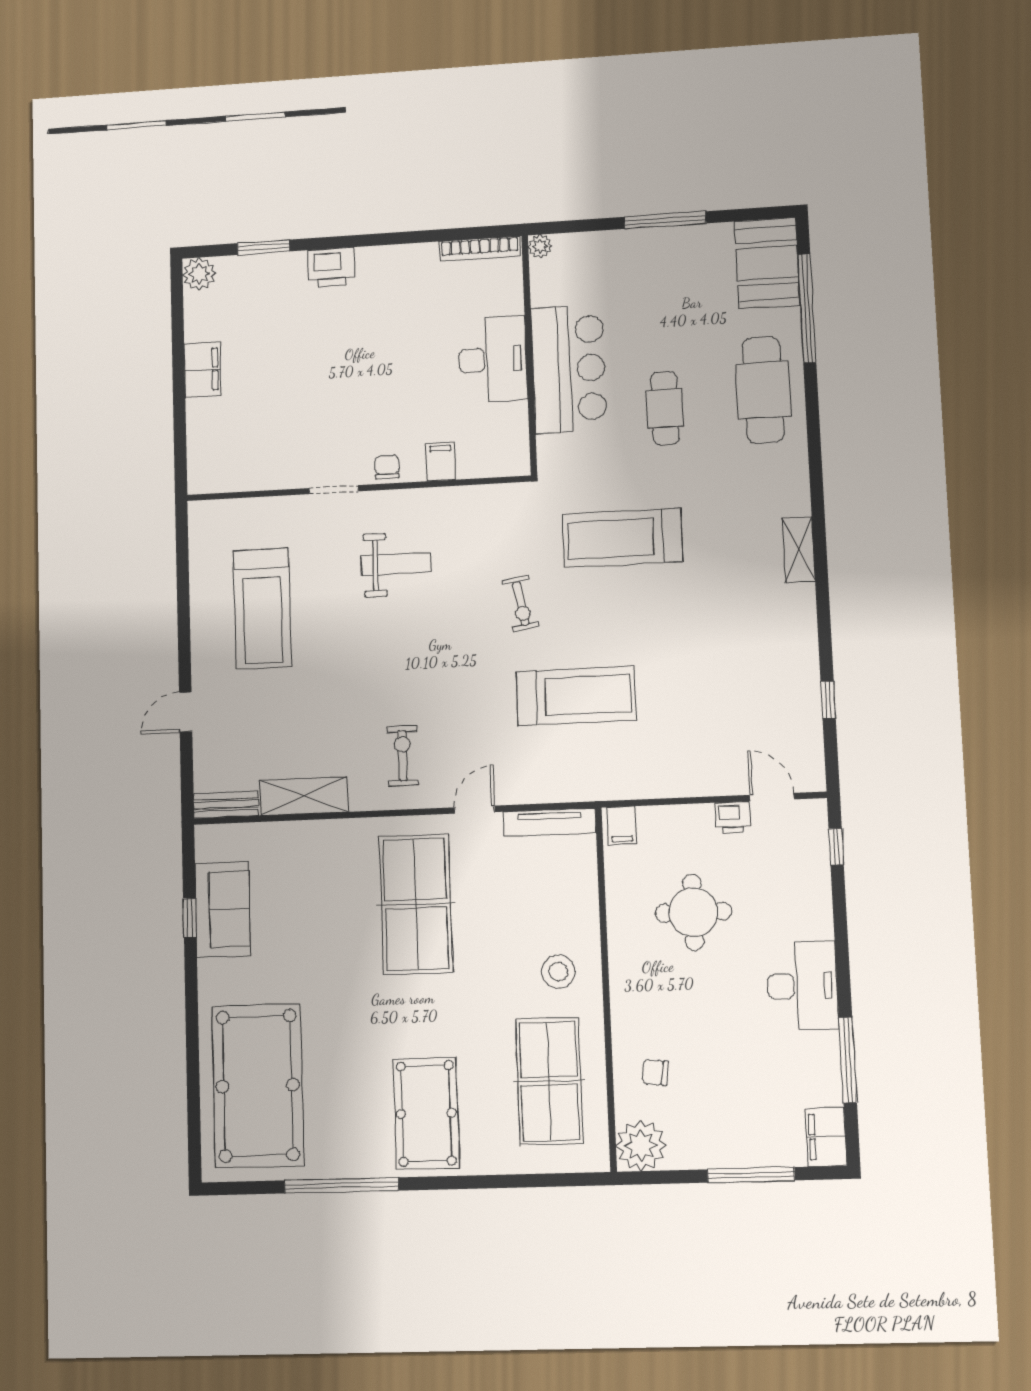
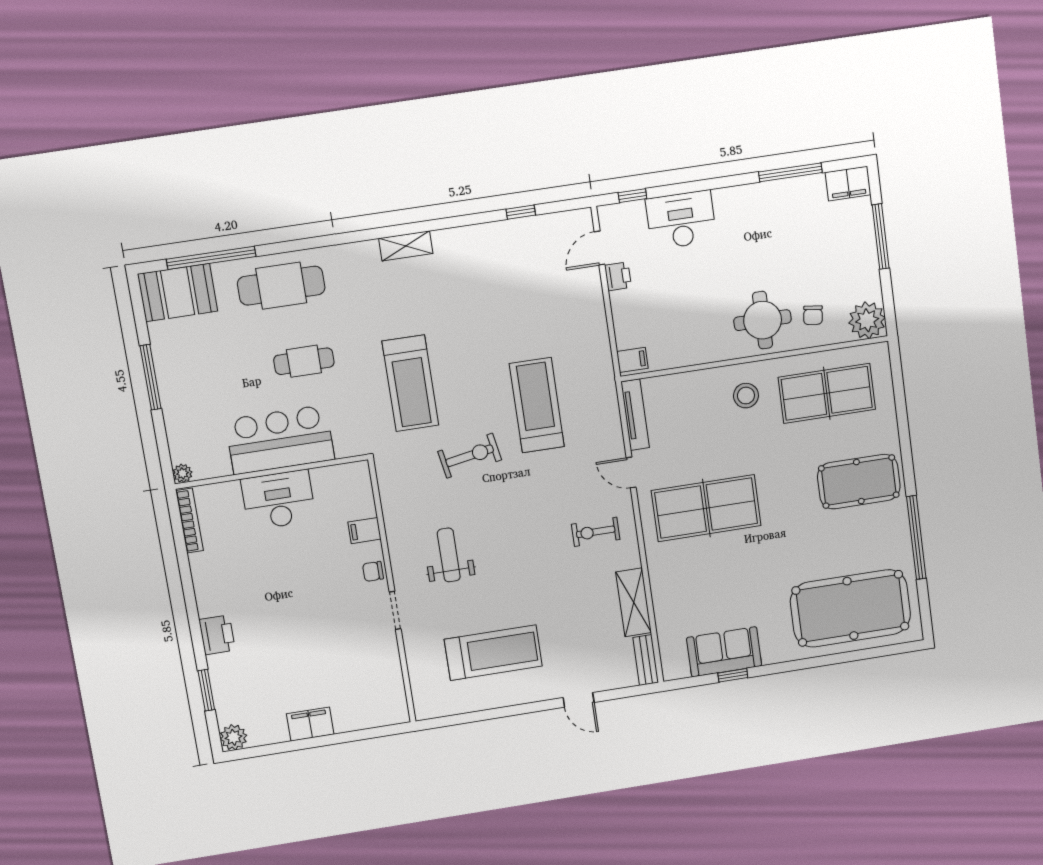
exercise bike: (521, 604) -> (470, 456), width x1.38, depth x1.39
round table: (693, 912) -> (763, 320), moved
desk: (802, 986) -> (681, 220), moved

